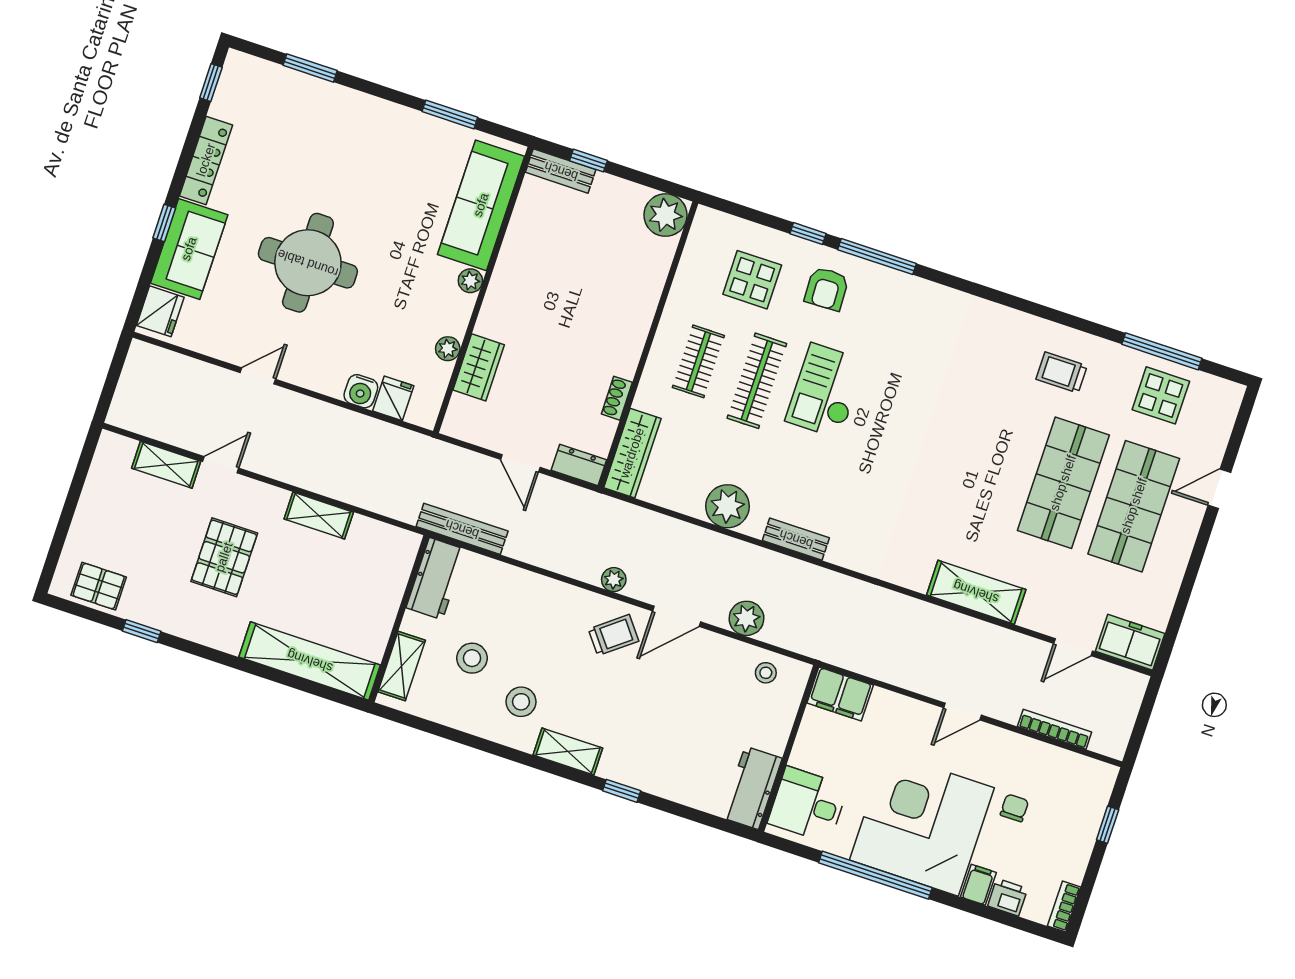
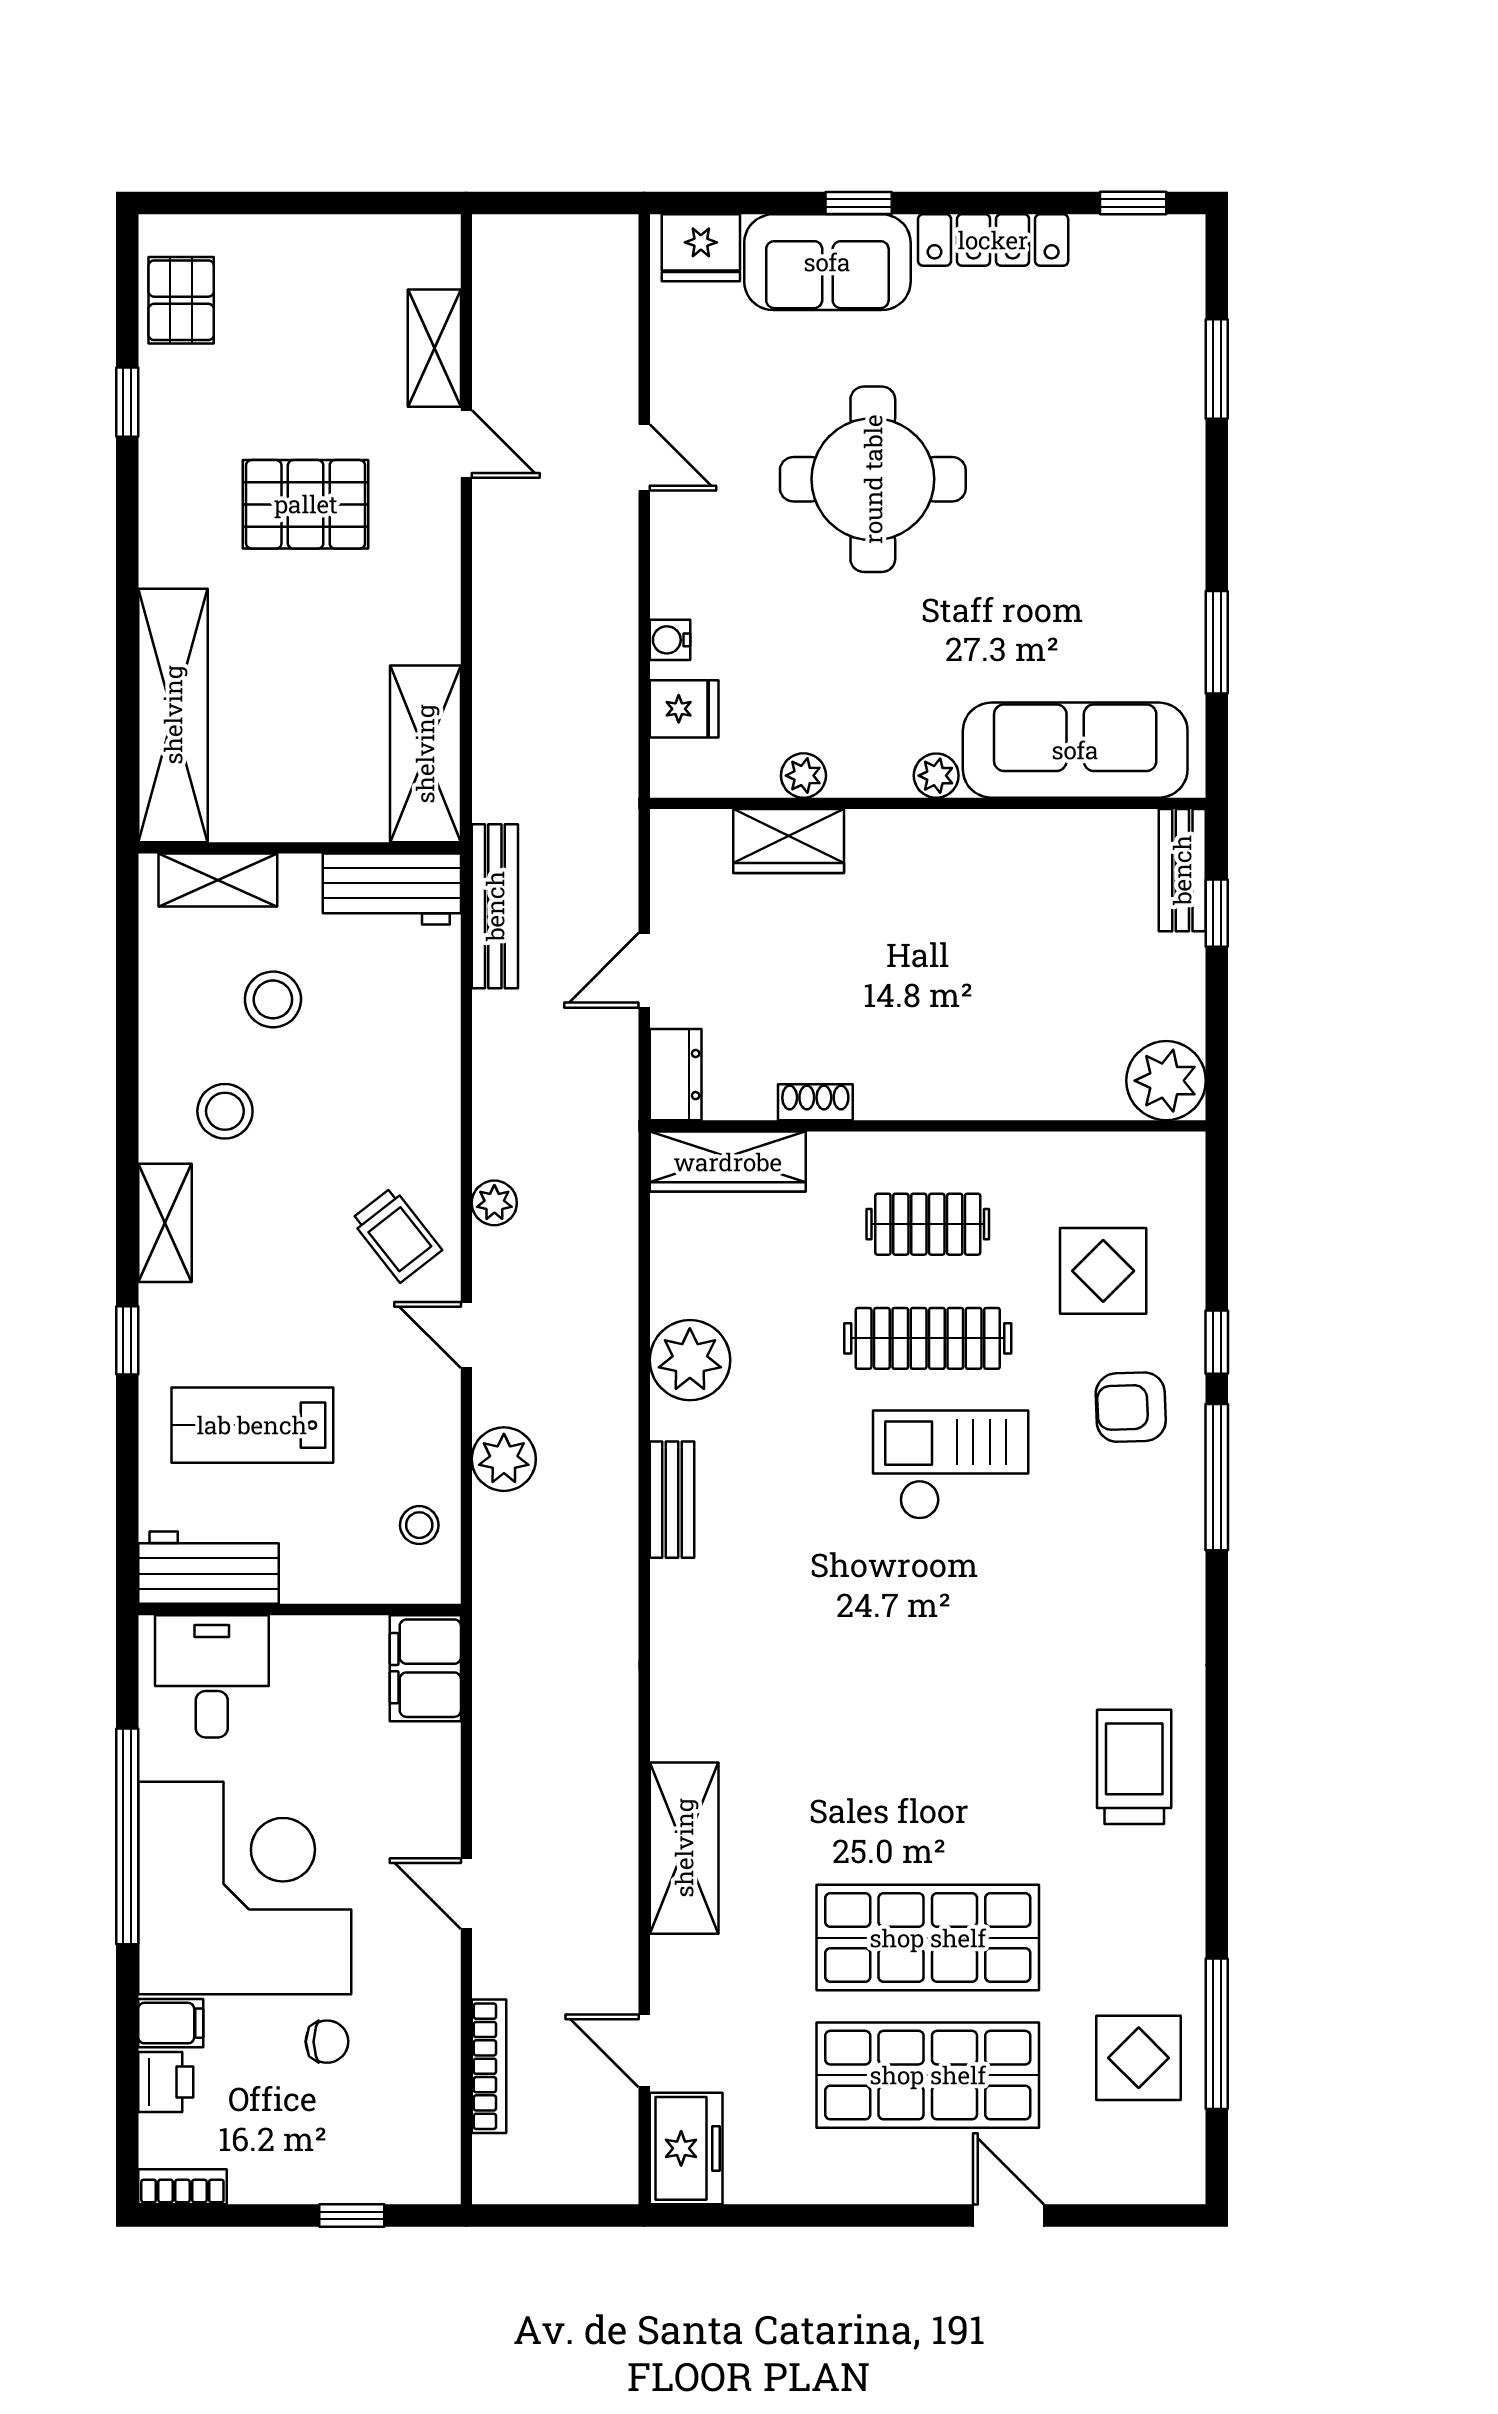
trolley: (1062, 372) -> (1134, 1767), moved, width x1.36, depth x1.39
water cooler: (361, 391) -> (670, 640), width x0.72, depth x0.72
shelving: (319, 516) -> (425, 754), moved, width x1.50, depth x1.33
door: (677, 616) -> (466, 1335), width x0.73
lab bench: (686, 741) -> (252, 1425), added

